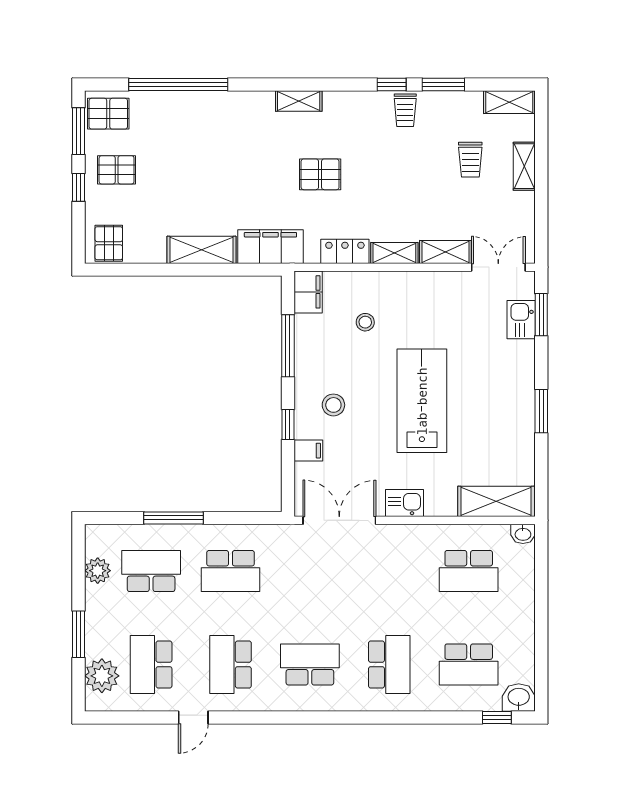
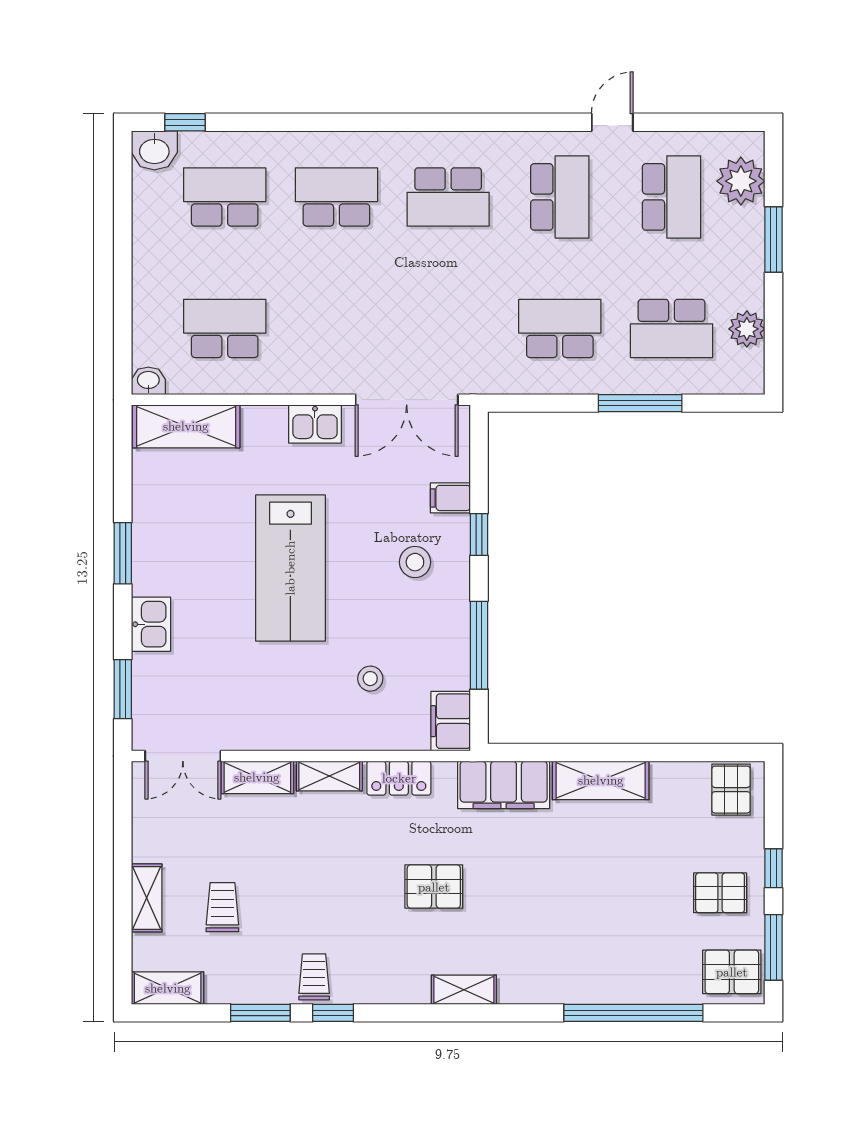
kitchen sink: (521, 320) -> (151, 624), moved
school desk: (389, 664) -> (336, 197), turned 90

